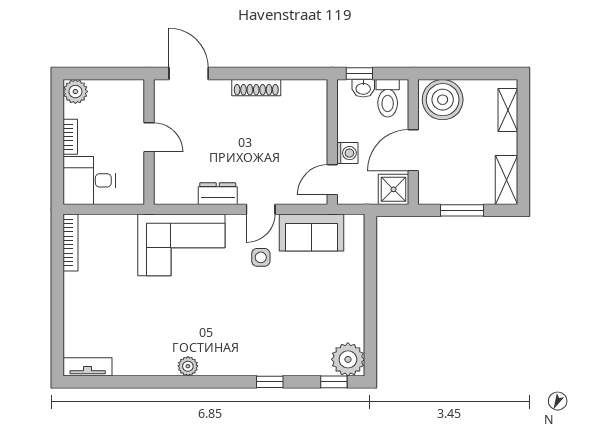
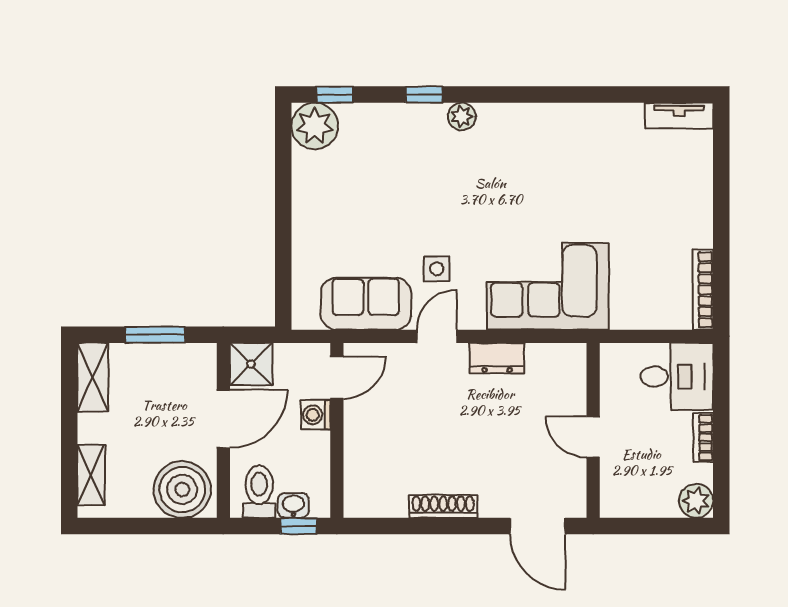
plant: (188, 366) -> (462, 117), moved

